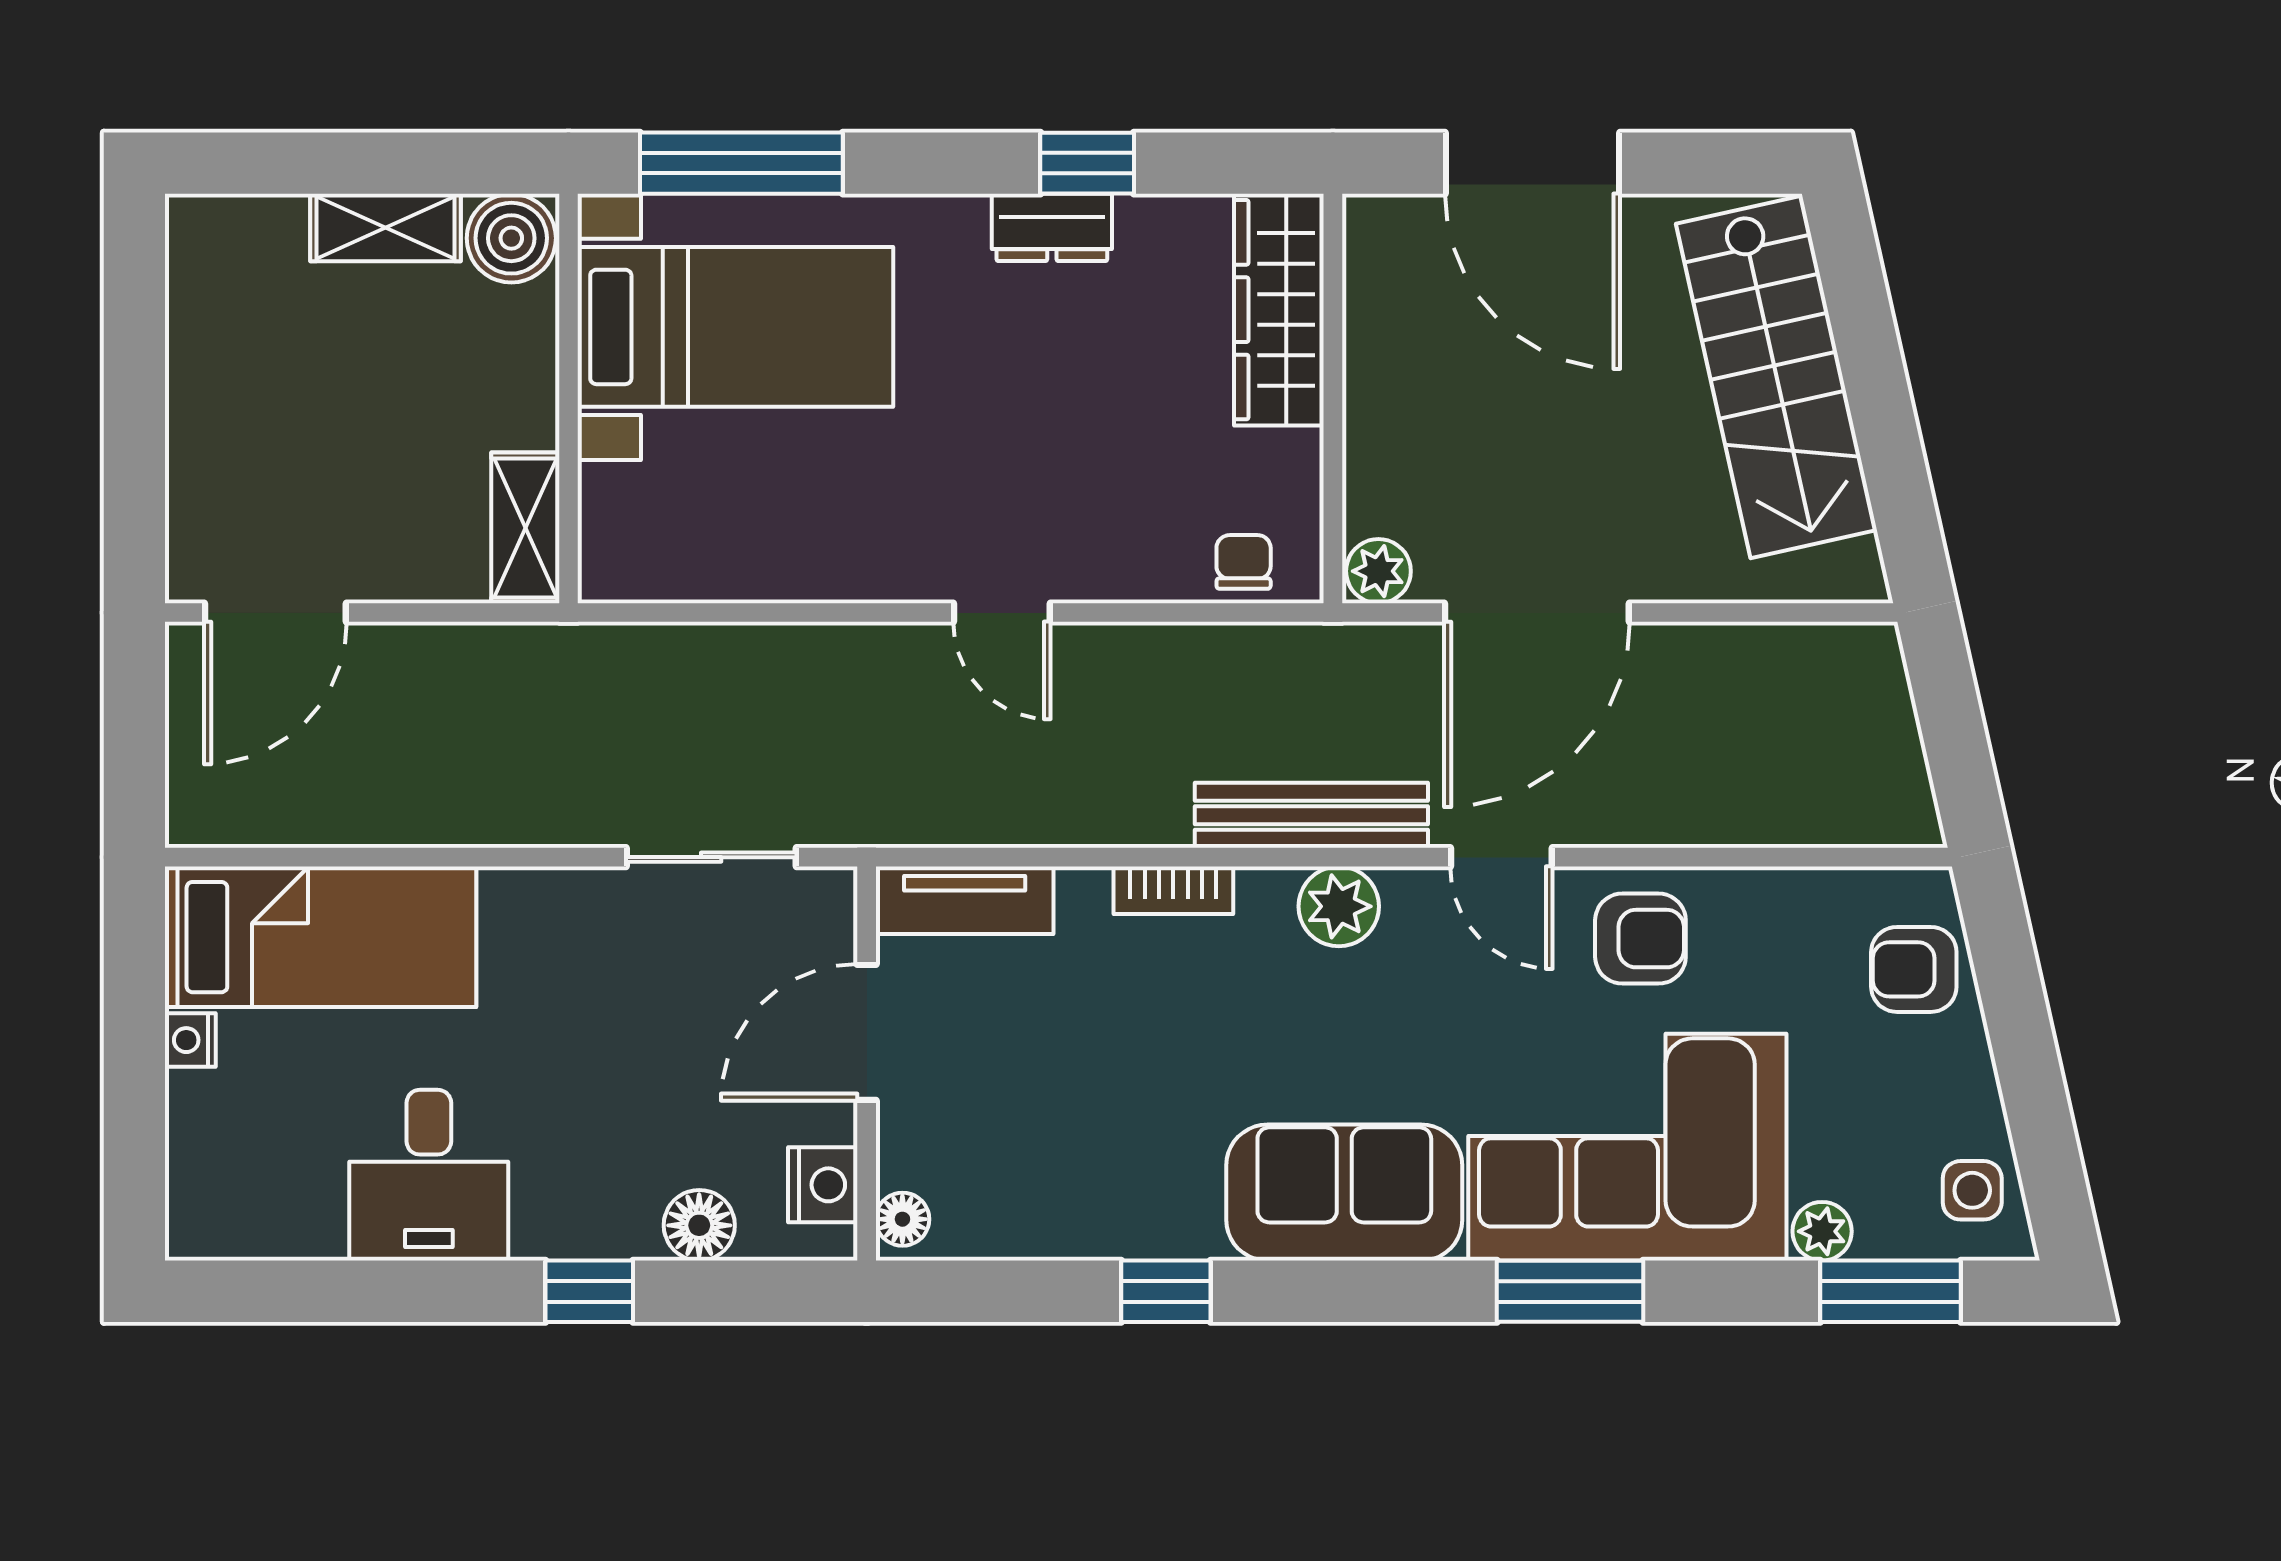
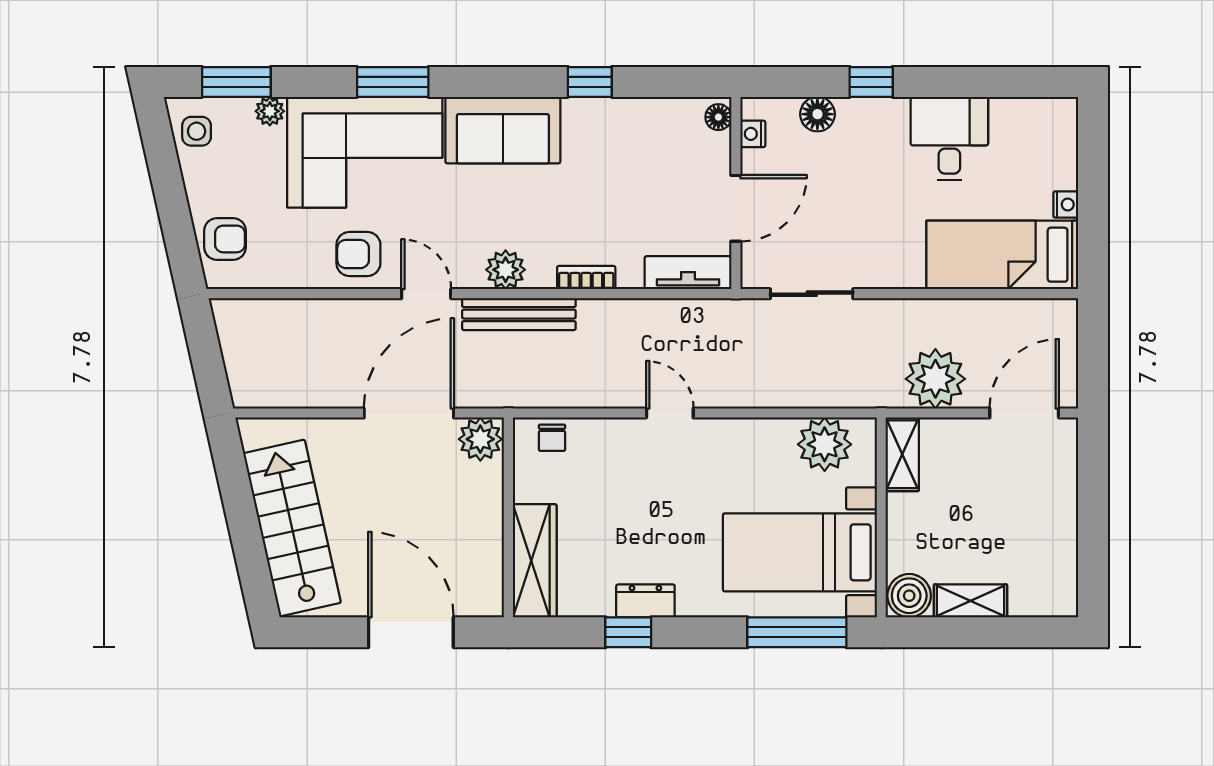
plant: (685, 549) -> (825, 444), added
plant: (1378, 571) -> (480, 439), width x1.38, depth x1.38
plant: (458, 683) -> (935, 379), added
nightstand: (823, 1185) -> (753, 134), width x0.72, depth x0.74

